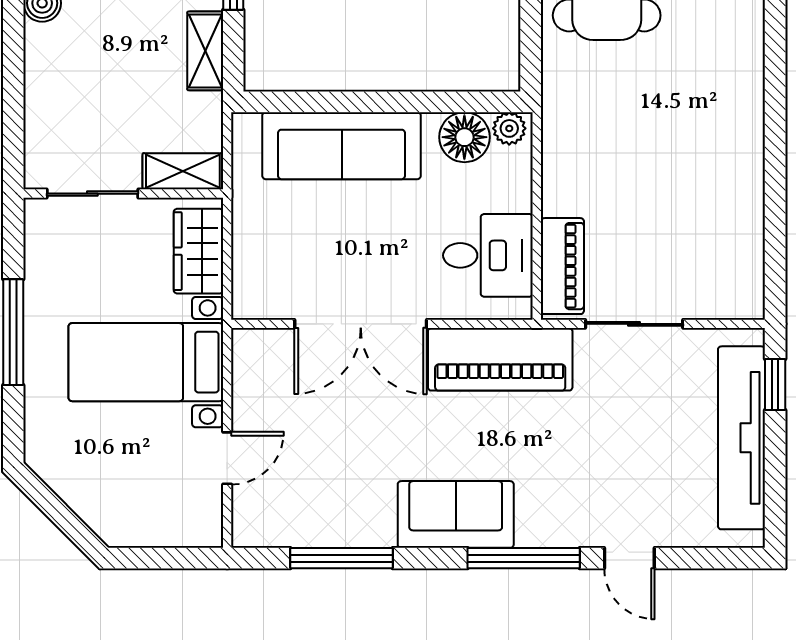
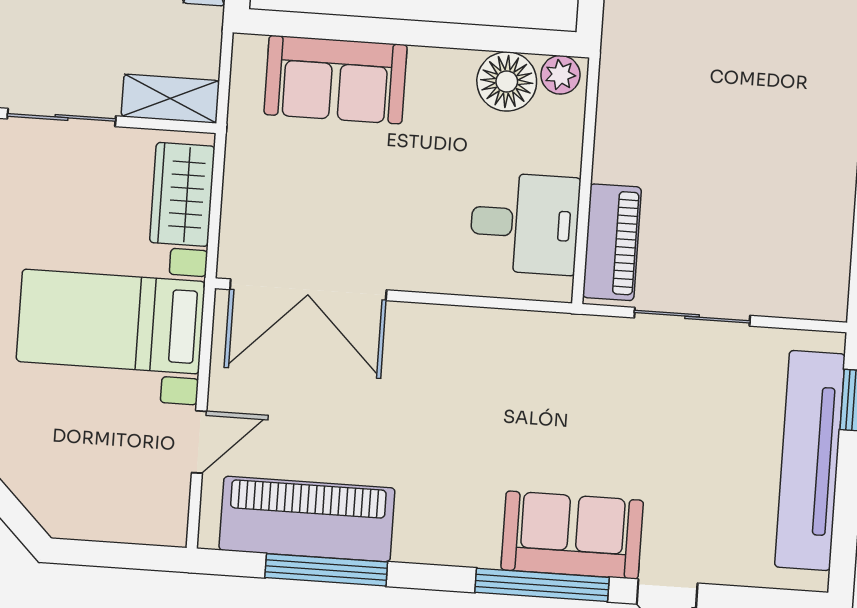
sofa: (342, 146) -> (336, 80), width x0.73
double door: (361, 324) -> (308, 290), moved
piano: (500, 359) -> (307, 519), moved, turned 180
sofa: (456, 514) -> (572, 535), moved

